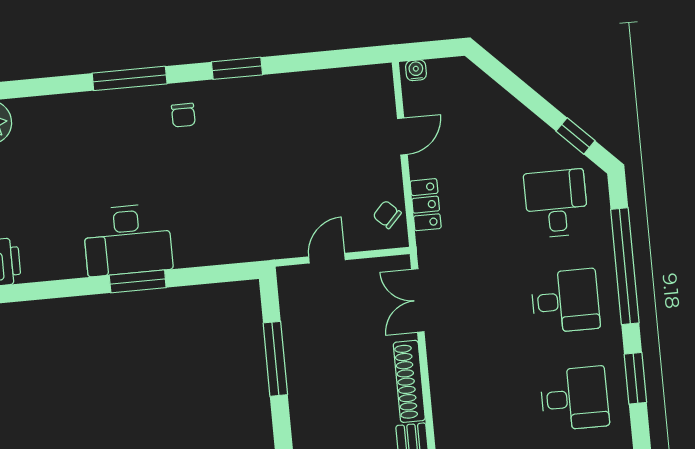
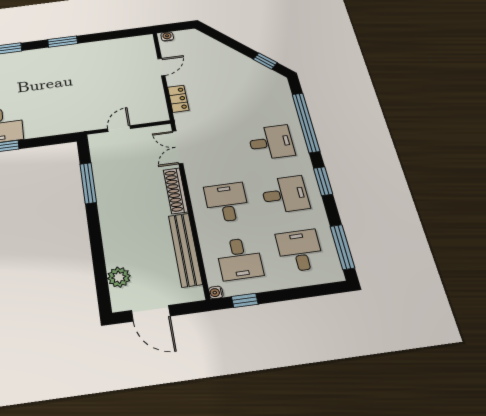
chair: (183, 115) -> (31, 64), removed
desk: (556, 204) -> (227, 202), moved
chair: (387, 215) -> (155, 105), removed

